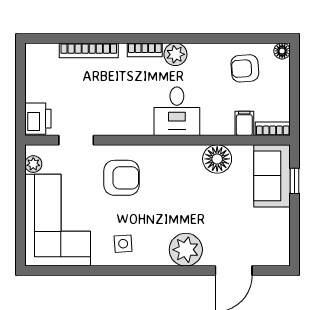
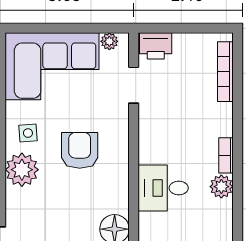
bookcase: (89, 50) -> (225, 72), moved
armchair: (122, 178) -> (80, 150), moved, turned 180
plant: (186, 250) -> (22, 170), moved

